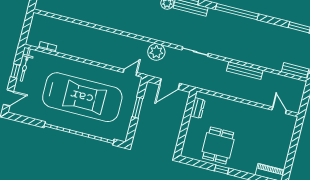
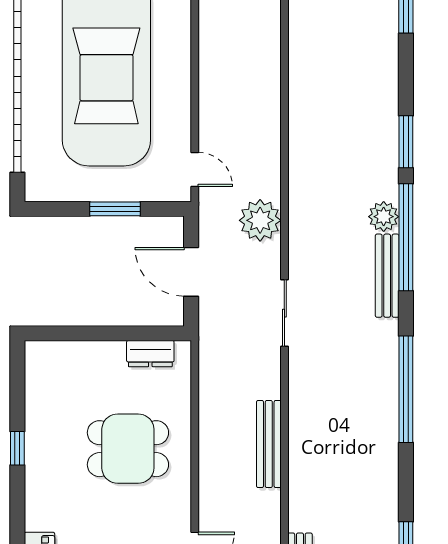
dining table: (218, 145) -> (128, 449), moved

